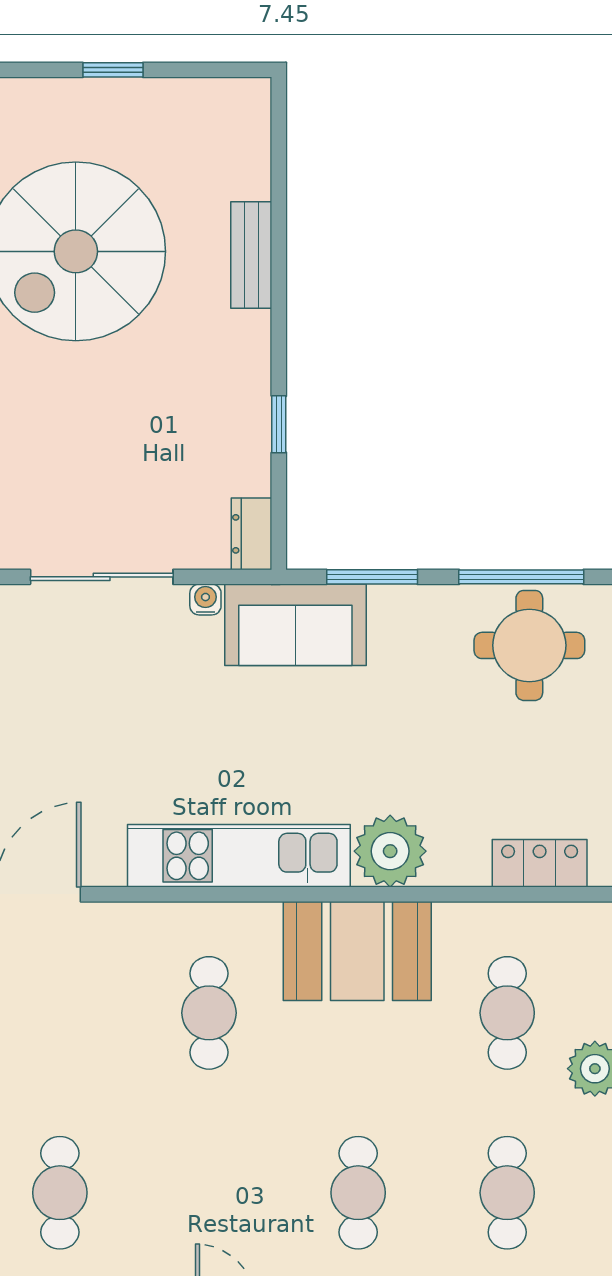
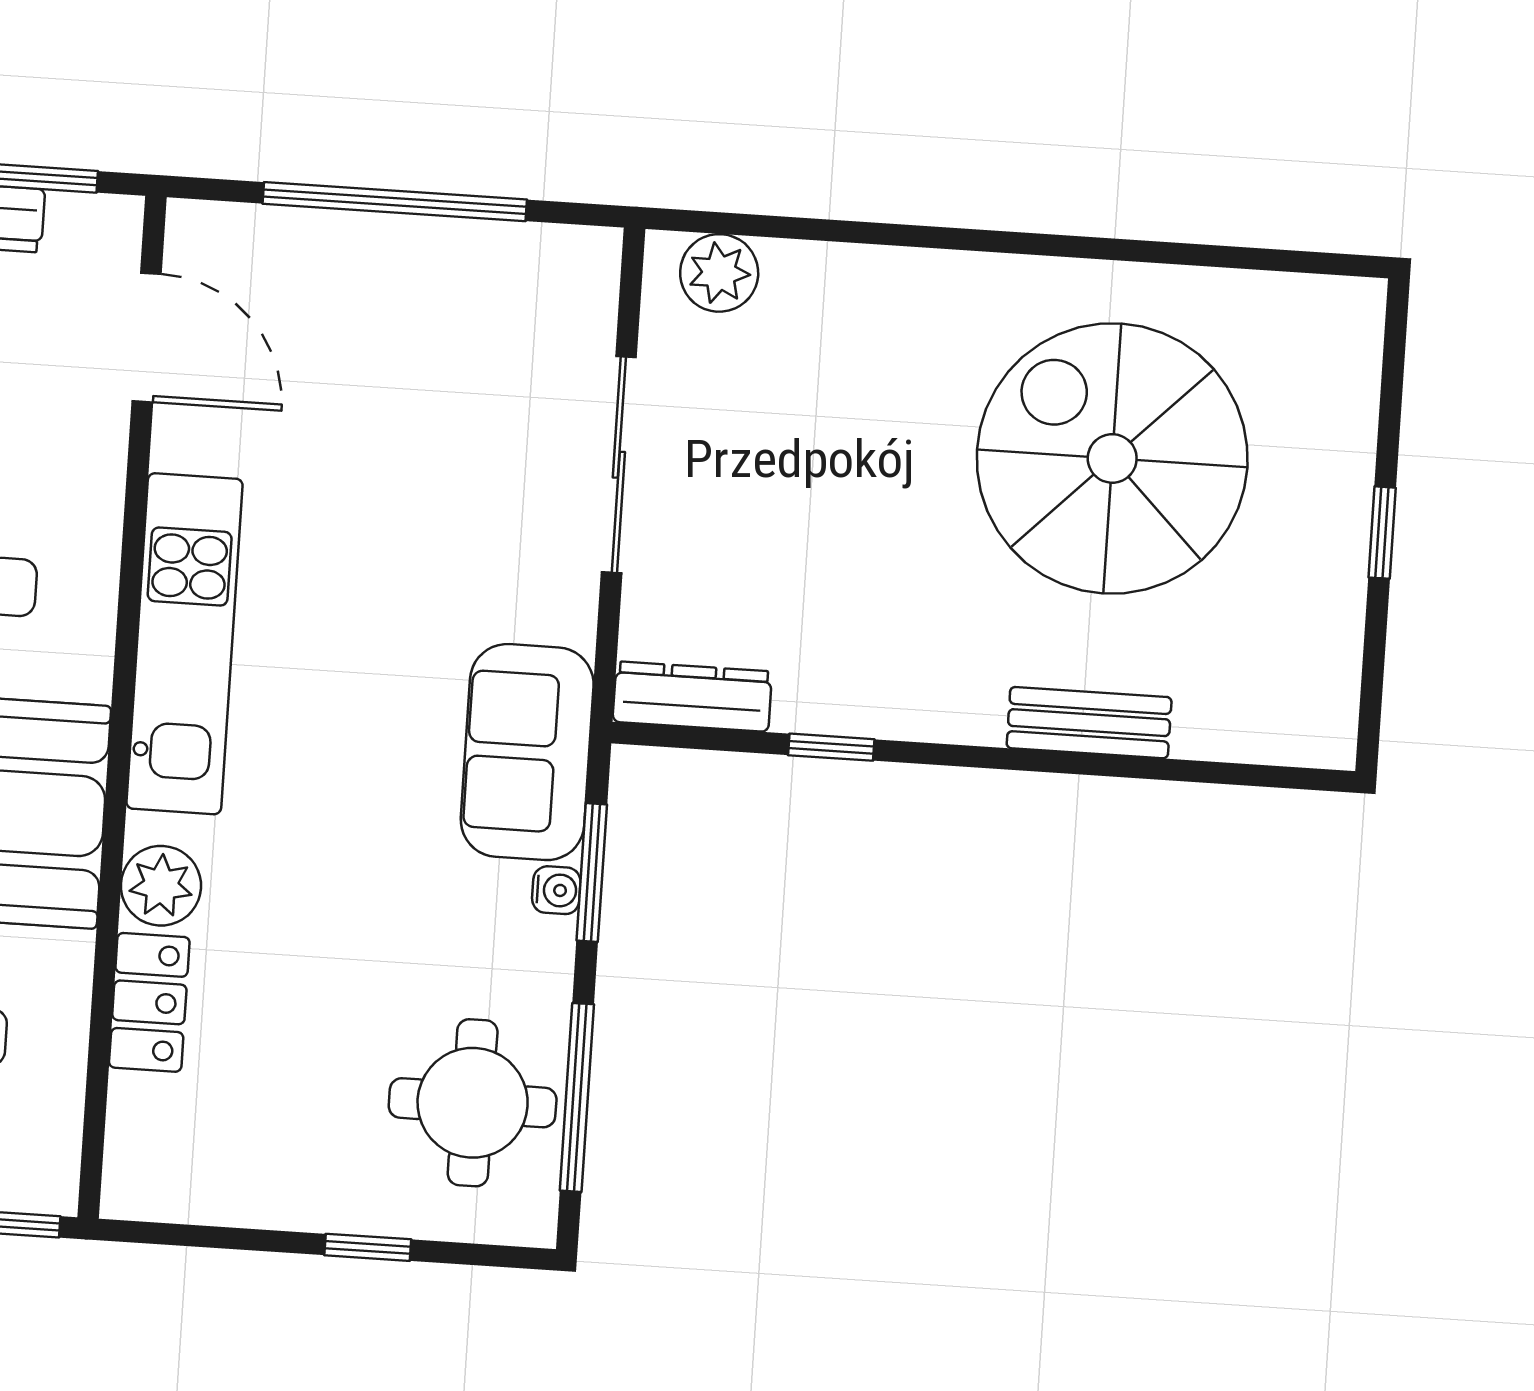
dresser: (252, 534) -> (692, 697), width x1.44
water cooler: (205, 600) -> (556, 890), moved
plant: (390, 851) -> (161, 886), width x0.73, depth x0.73
locker: (540, 863) -> (149, 1002), moved

